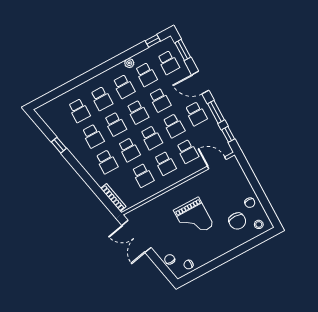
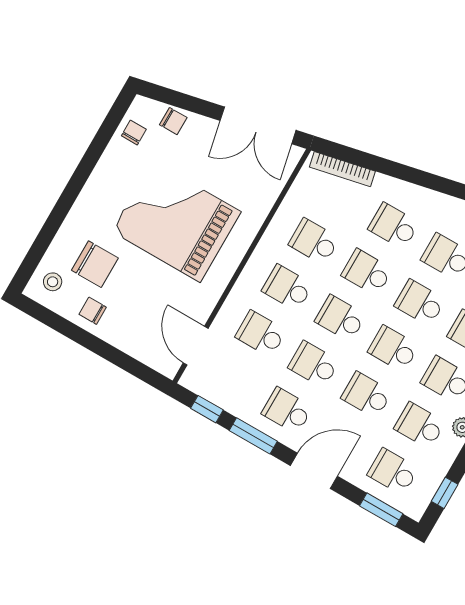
door: (217, 163) -> (196, 346), swing flipped
grand piano: (194, 218) -> (176, 222), width x1.37, depth x1.48
chair: (237, 221) -> (95, 264), turned 180
double door: (136, 236) -> (258, 125), swing flipped

